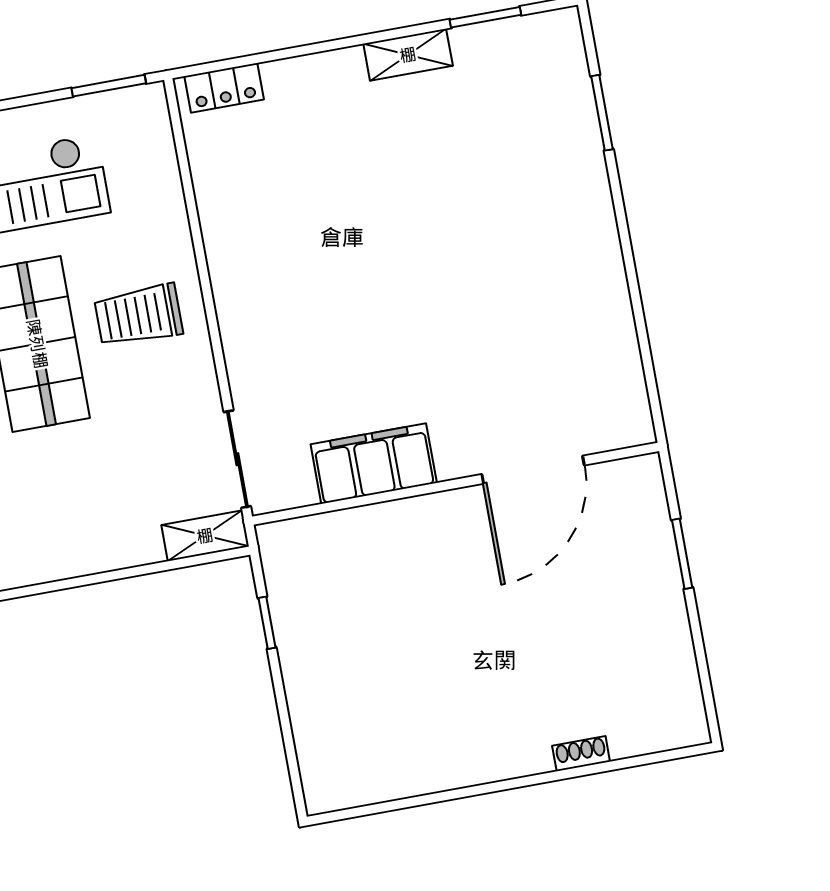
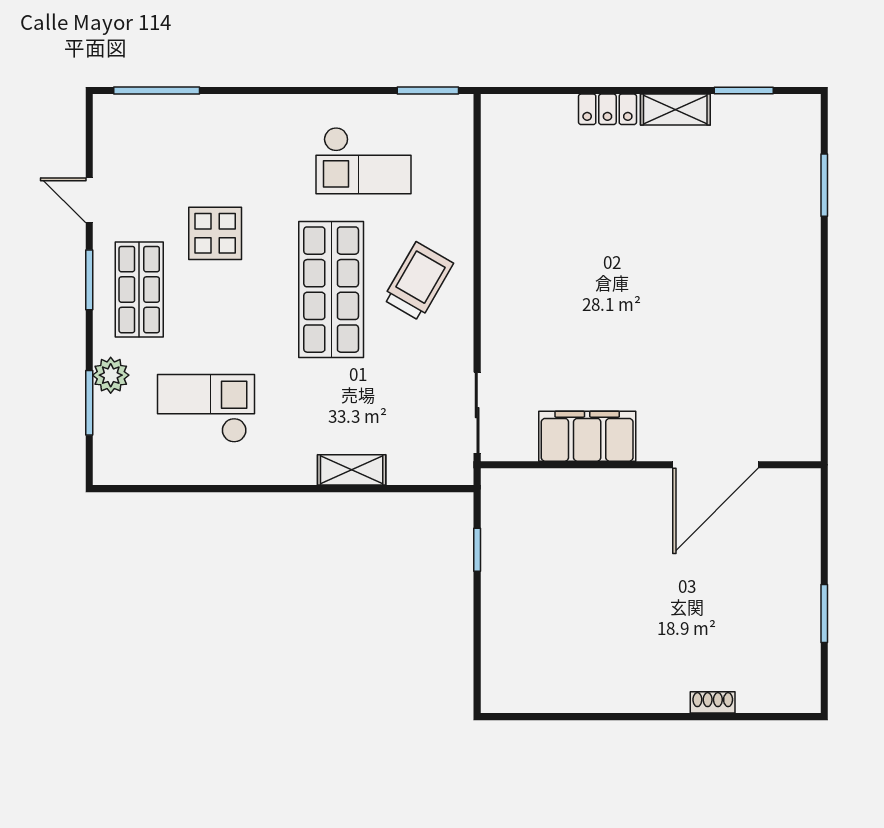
locker: (224, 88) -> (607, 109), moved
trolley: (138, 315) -> (418, 281), turned 120
shelving: (205, 536) -> (352, 470), moved
window: (682, 554) -> (824, 613), moved

